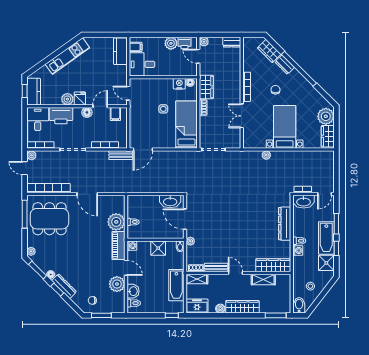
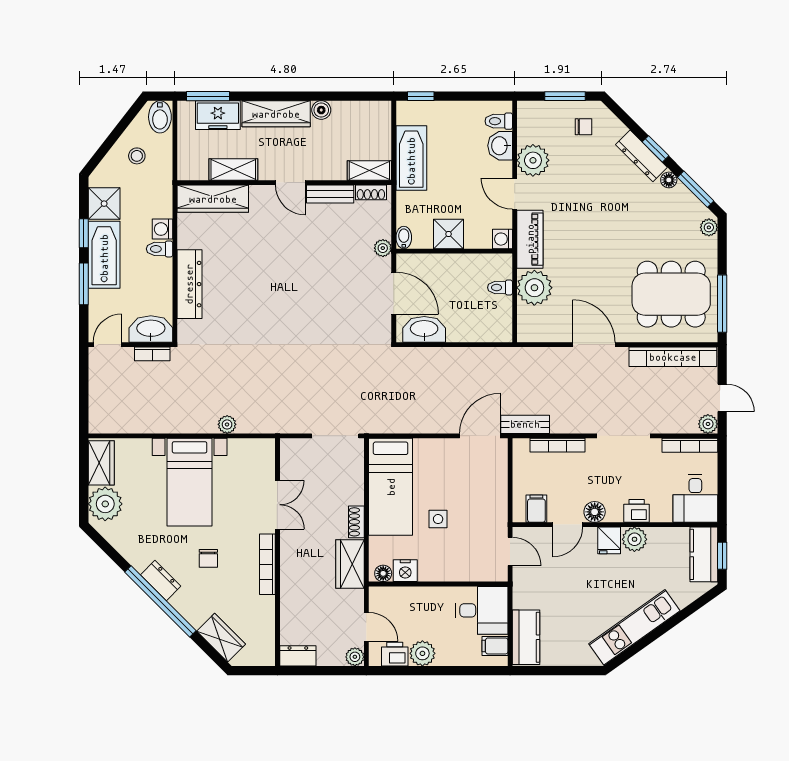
dresser: (285, 65) -> (161, 581), moved
printer: (61, 116) -> (637, 511), width x0.53, depth x0.68
freezer: (197, 306) -> (218, 115), moved

